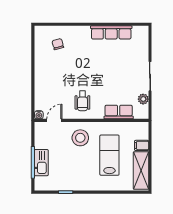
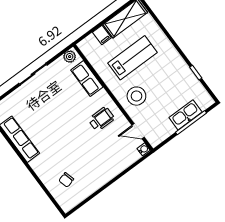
plant: (143, 99) -> (70, 57), moved
lab bench: (109, 155) -> (133, 58), turned 180

